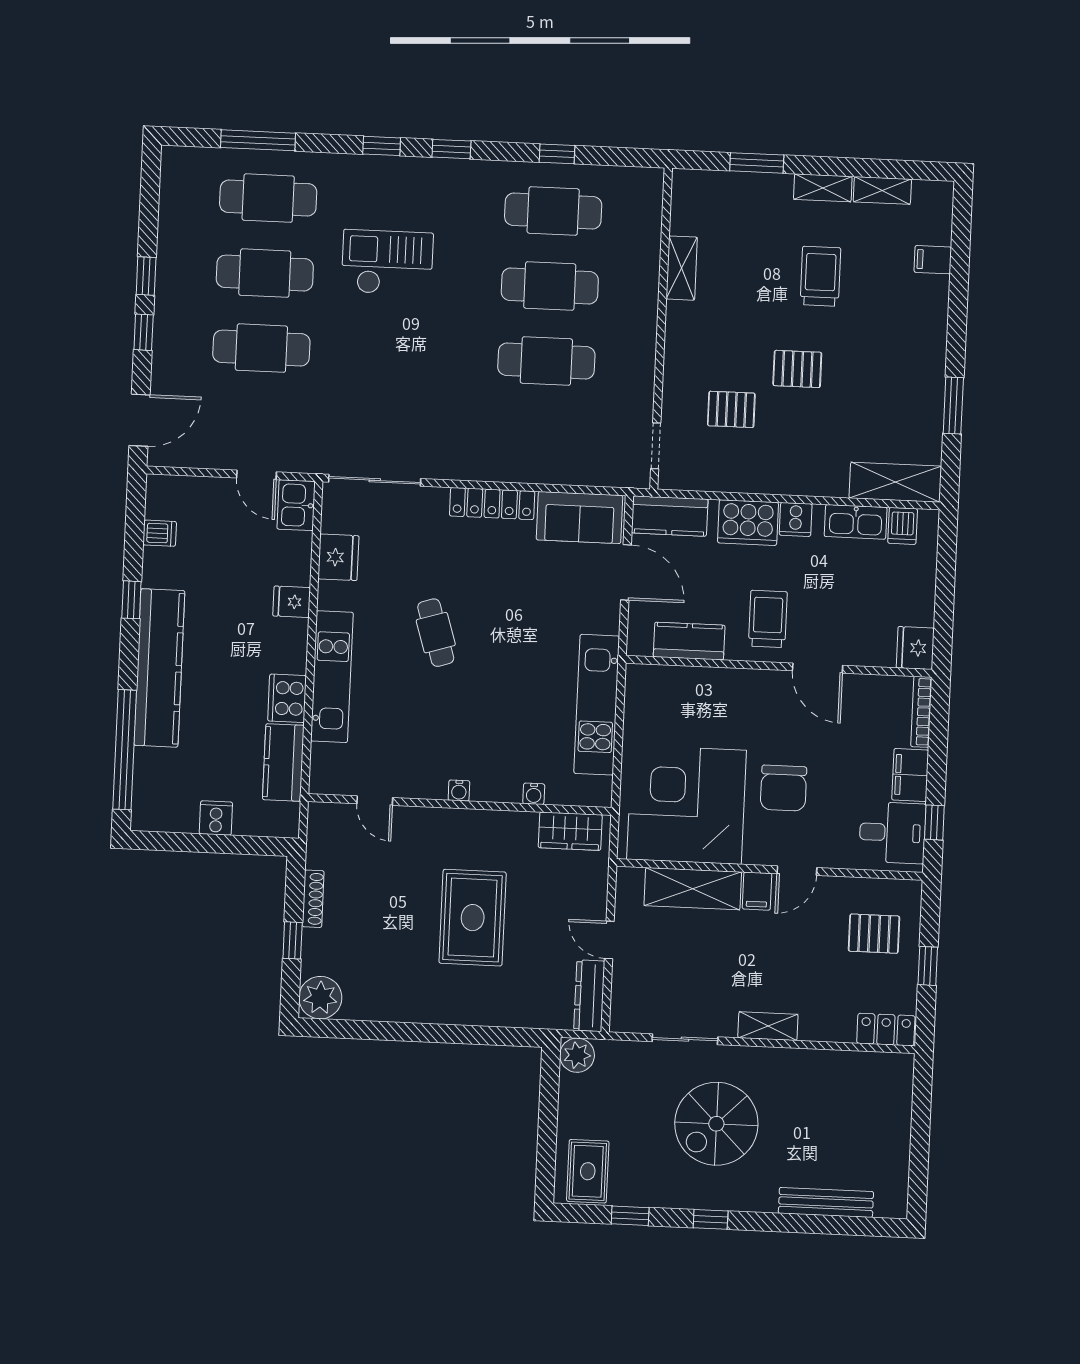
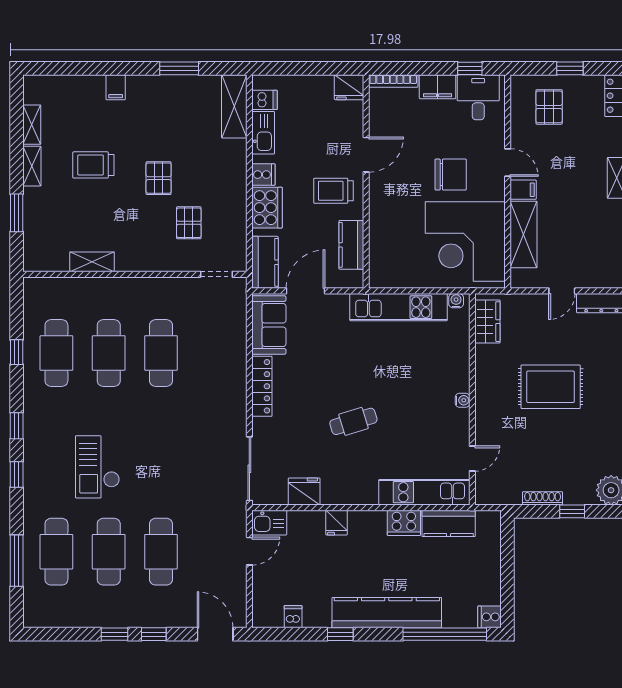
filing cabinet: (933, 260) -> (116, 87), moved
kitchen unit: (332, 677) -> (424, 492), moved
water cooler: (534, 794) -> (456, 301), moved, turned -90
cooker: (216, 818) -> (489, 617), moved

